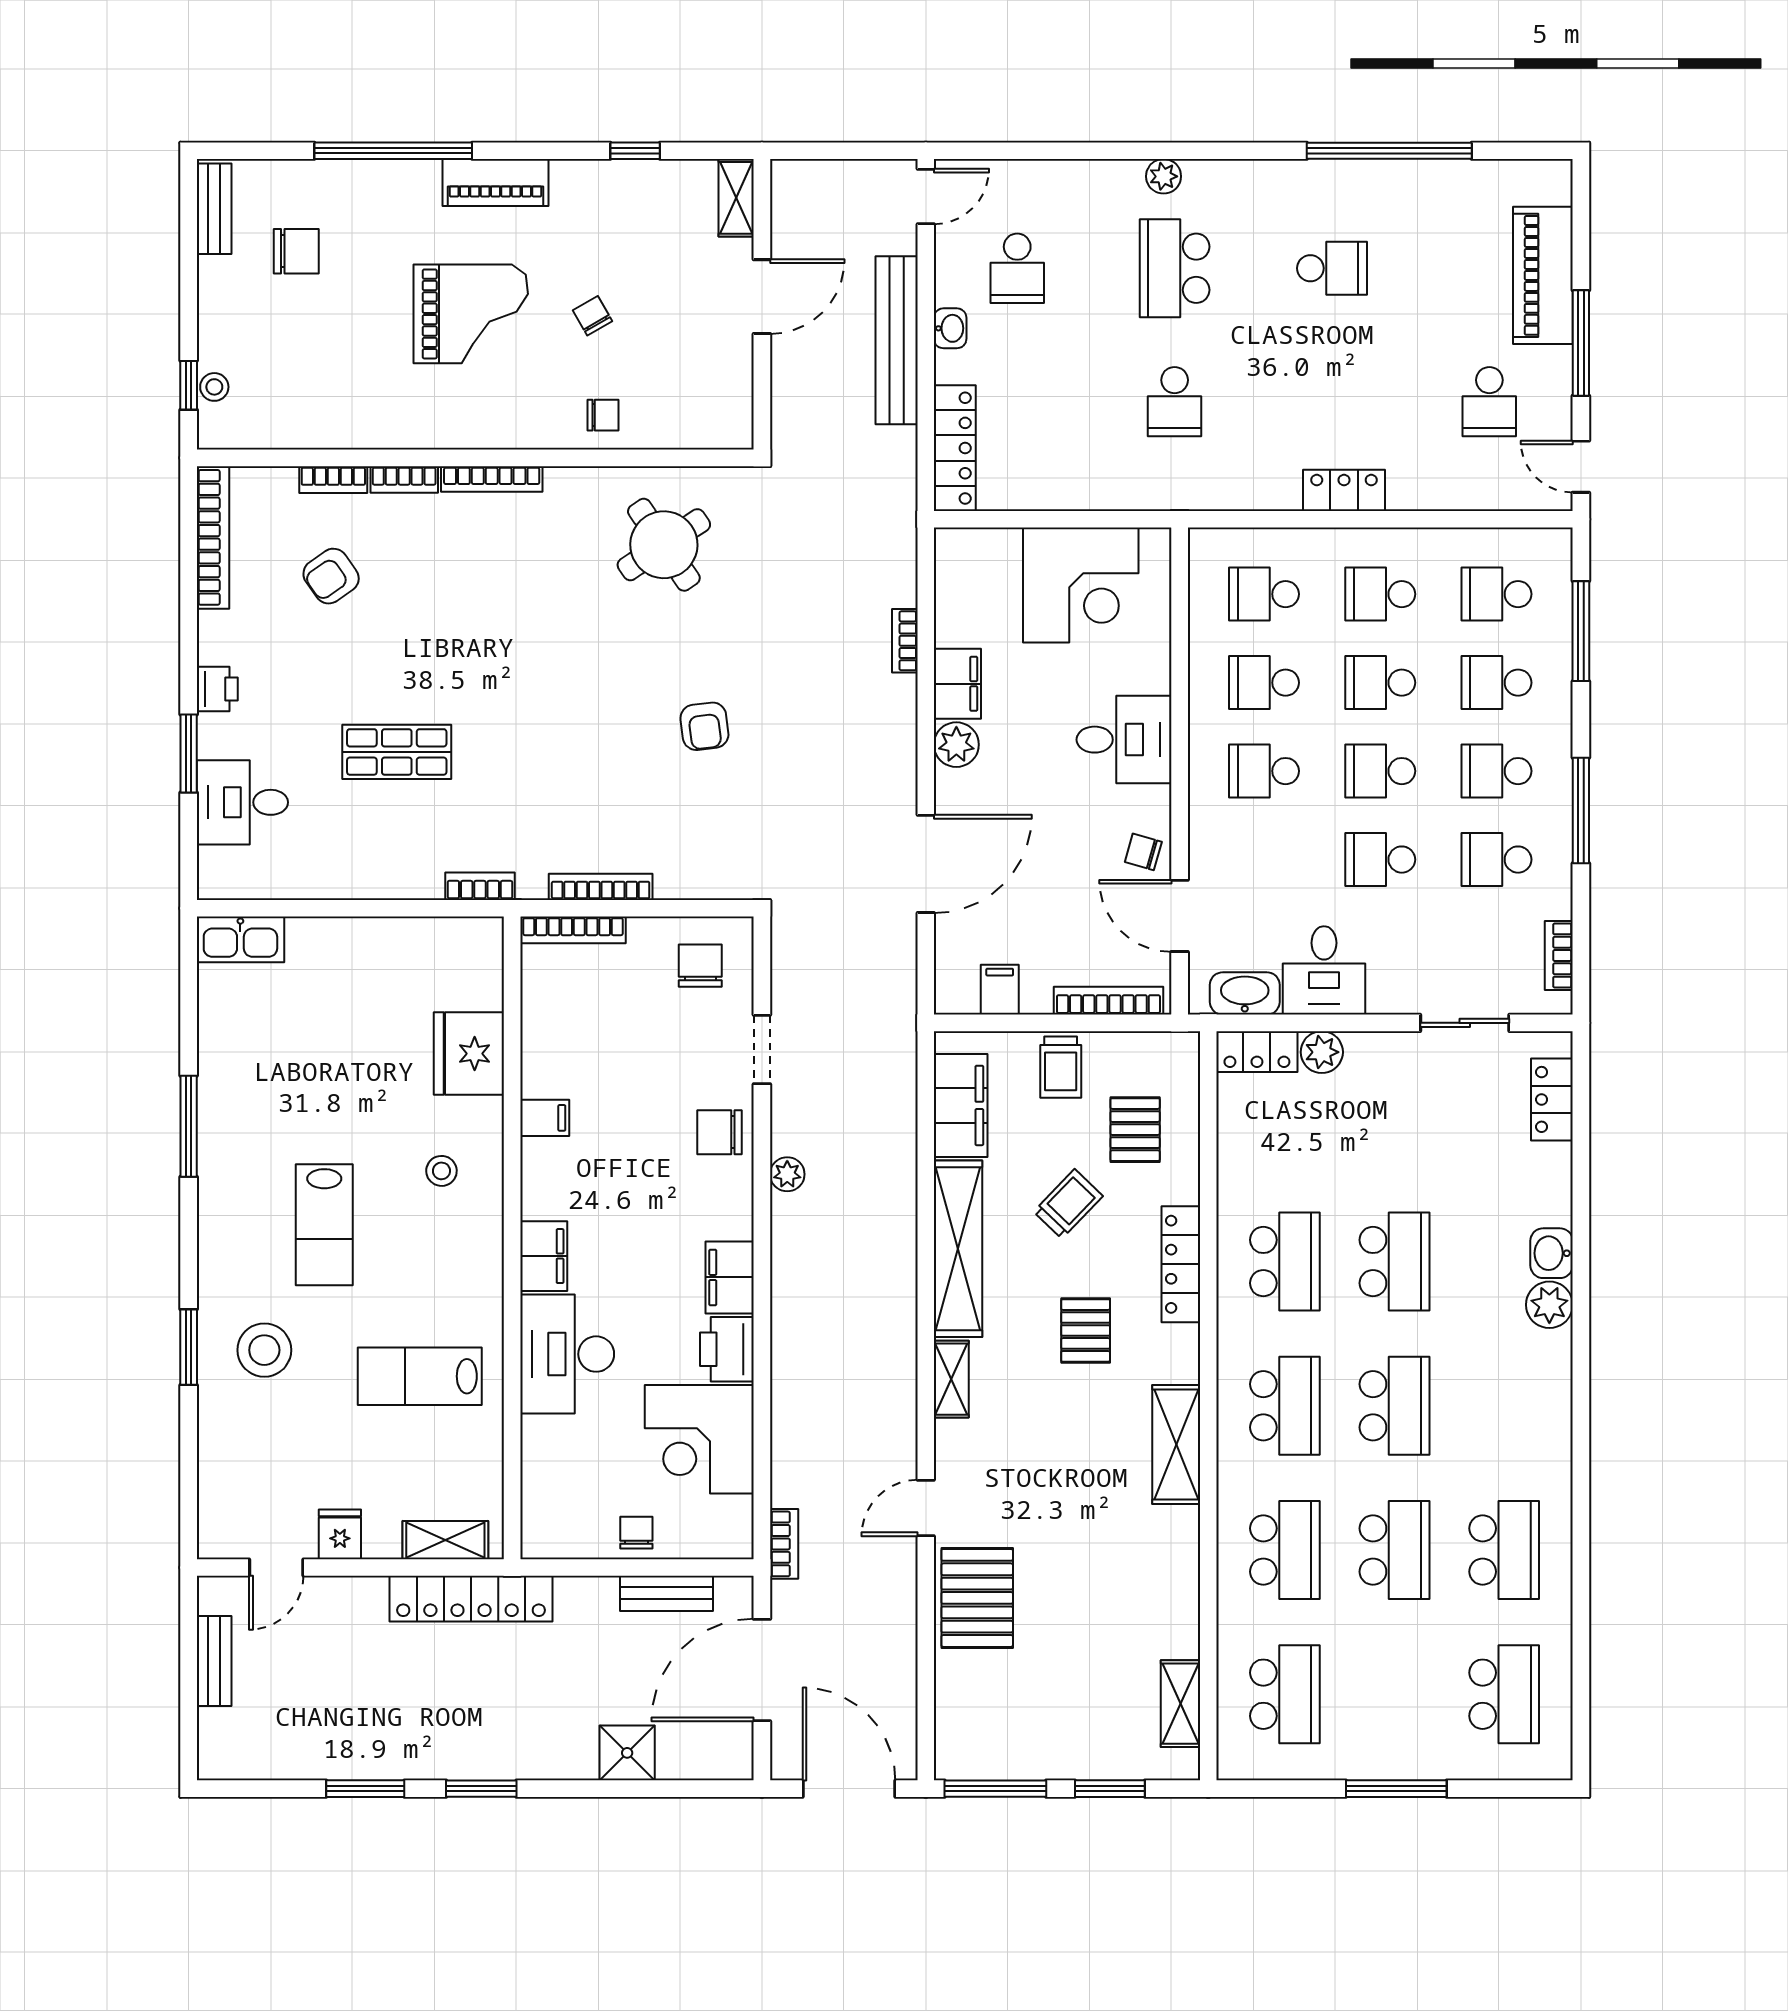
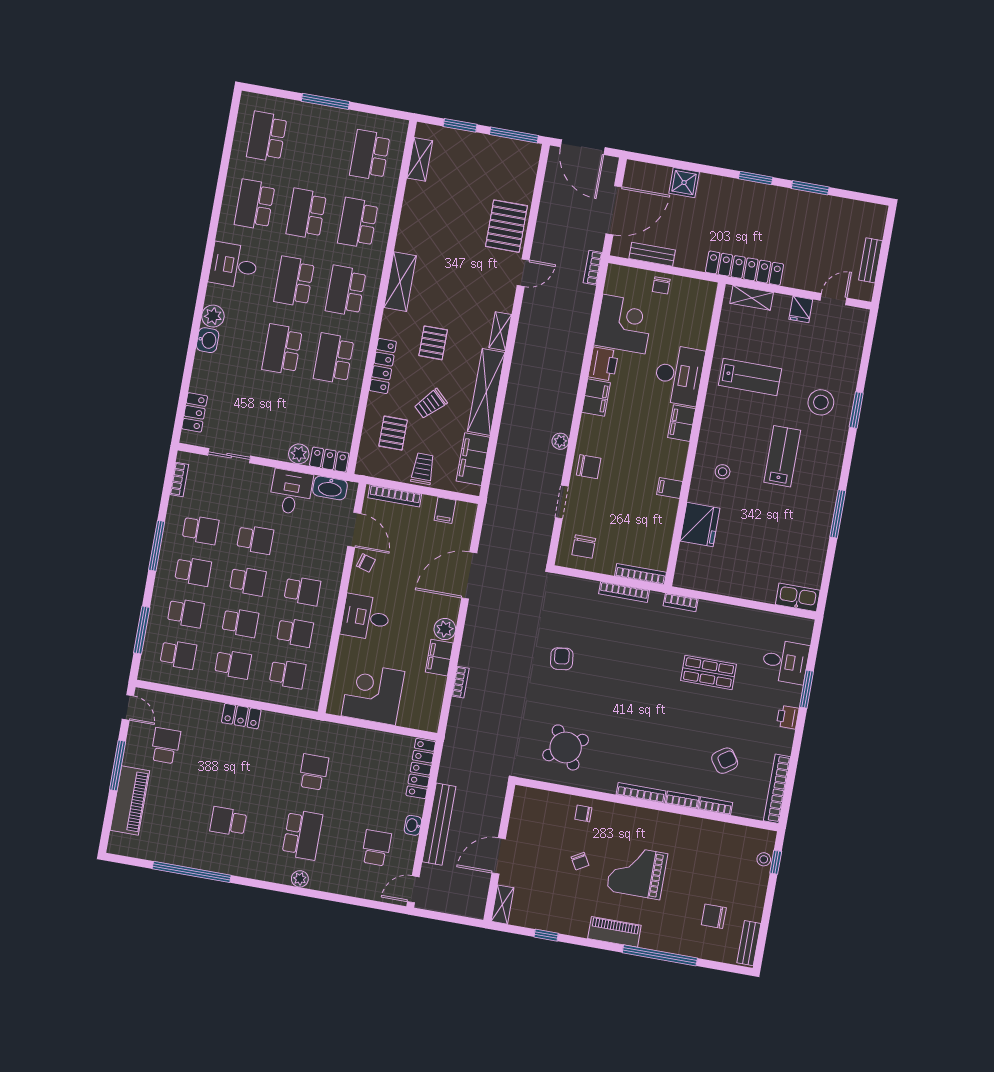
desk: (1526, 1417) -> (234, 265), added

